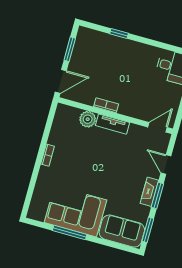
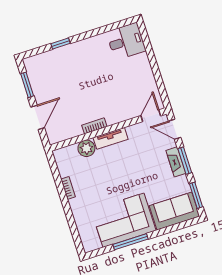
bookcase: (106, 105) -> (94, 126), moved
wall: (115, 116) -> (108, 129), moved
plant: (88, 119) -> (86, 148), moved
tv unit: (113, 124) -> (111, 138), moved
door: (157, 127) -> (151, 116), moved

